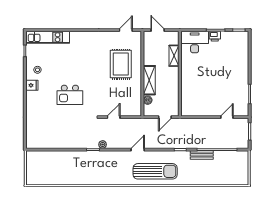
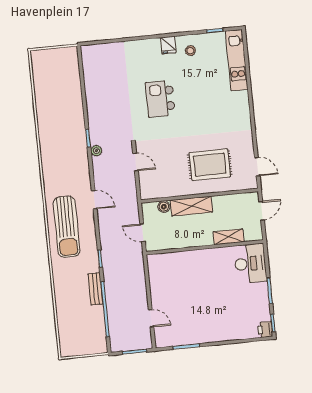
printer: (215, 36) -> (265, 329), moved

